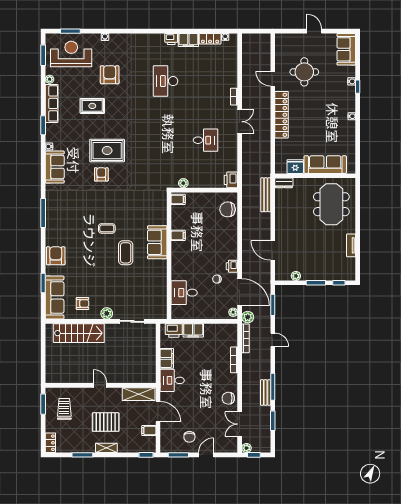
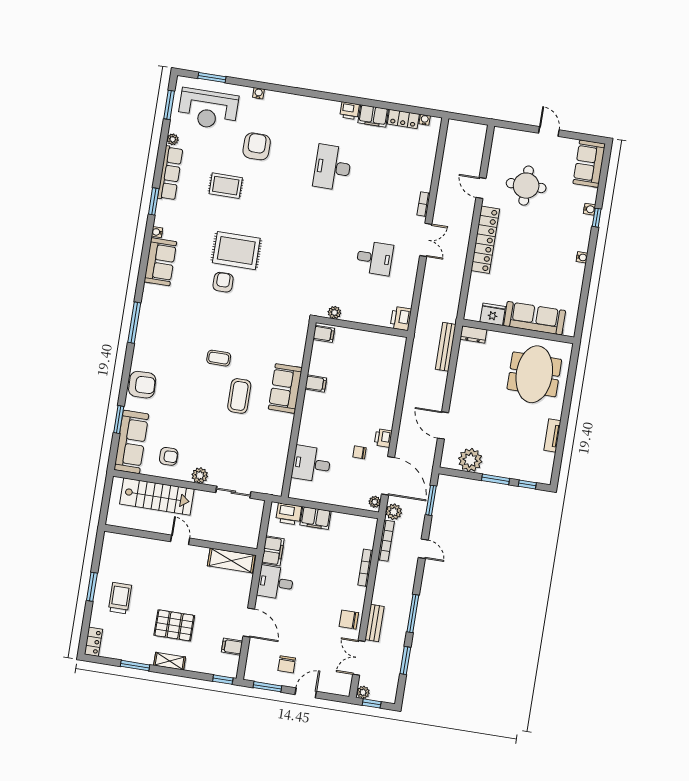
reception desk: (71, 54) -> (208, 109), turned 180
chair: (228, 209) -> (390, 359), removed
armchair: (56, 256) -> (142, 385), turned 88
plant: (296, 276) -> (470, 460), width x1.88, depth x1.88
door: (100, 385) -> (180, 540), moved
wall: (101, 385) -> (181, 540), moved
bench: (266, 393) -> (375, 623), moved
shelving: (139, 394) -> (231, 560), moved

